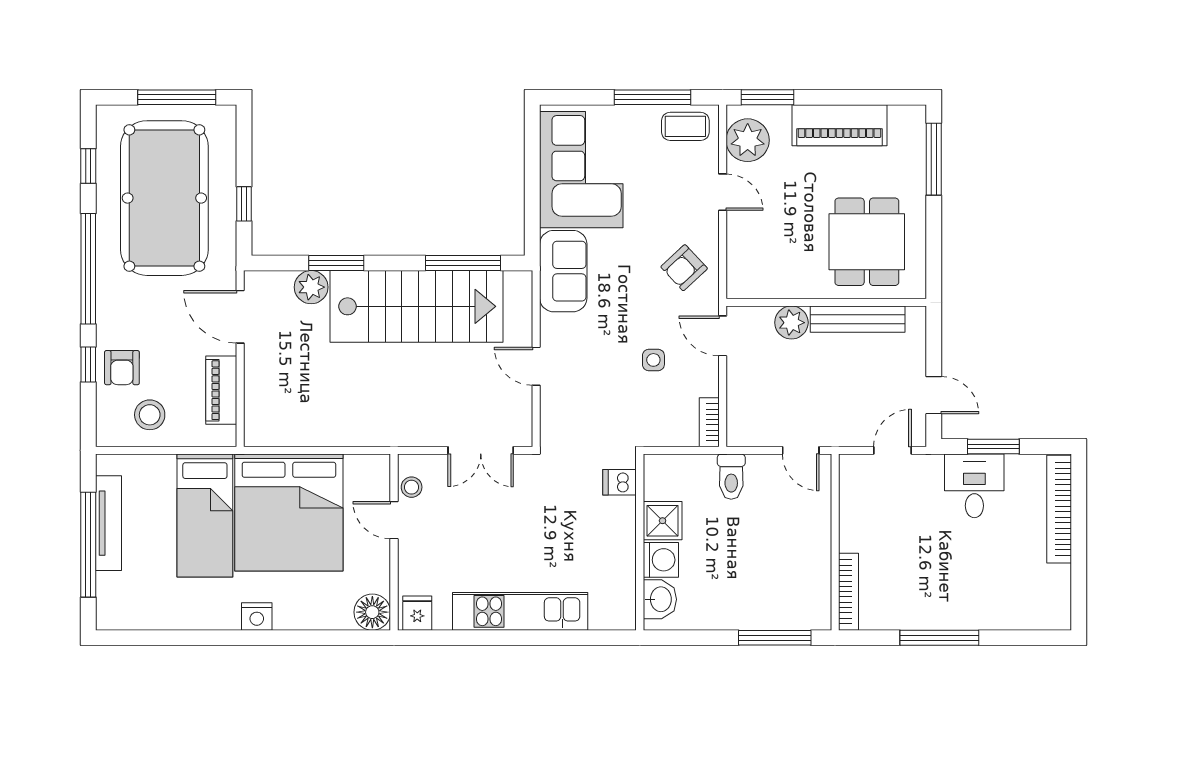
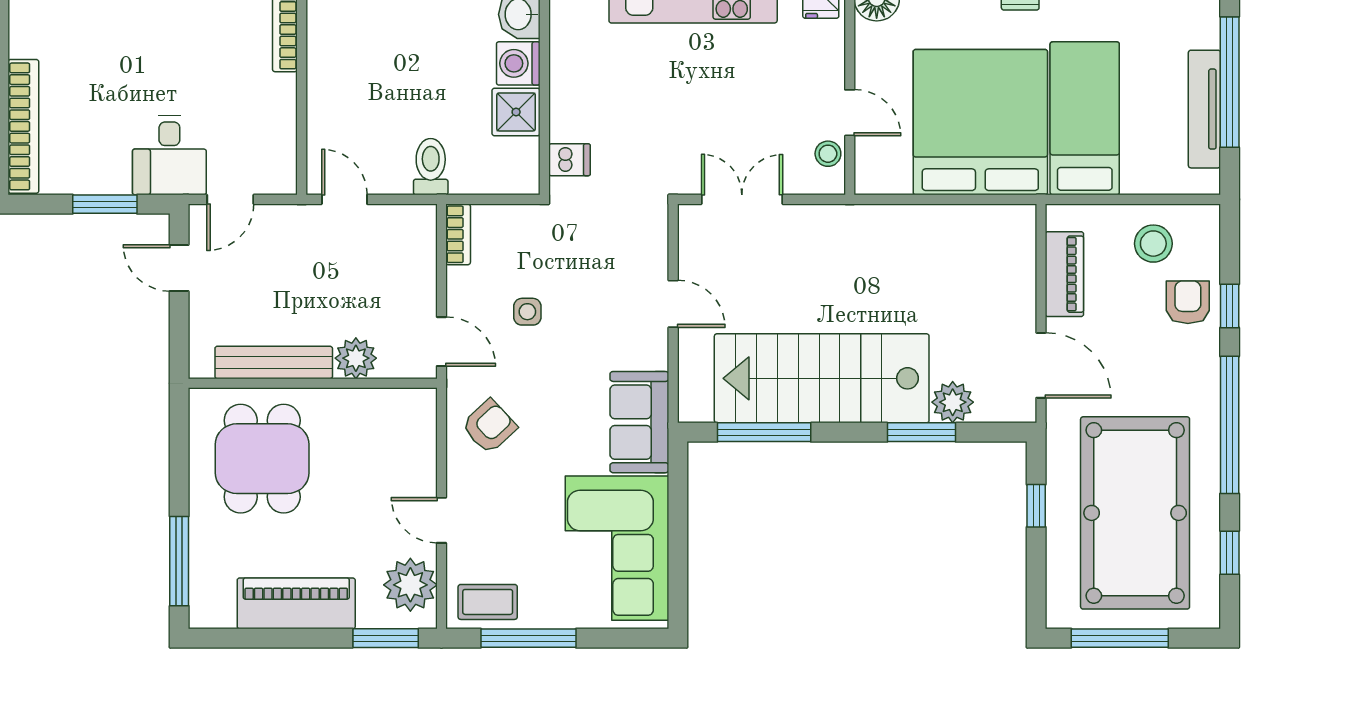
desk: (974, 486) -> (169, 155), moved

